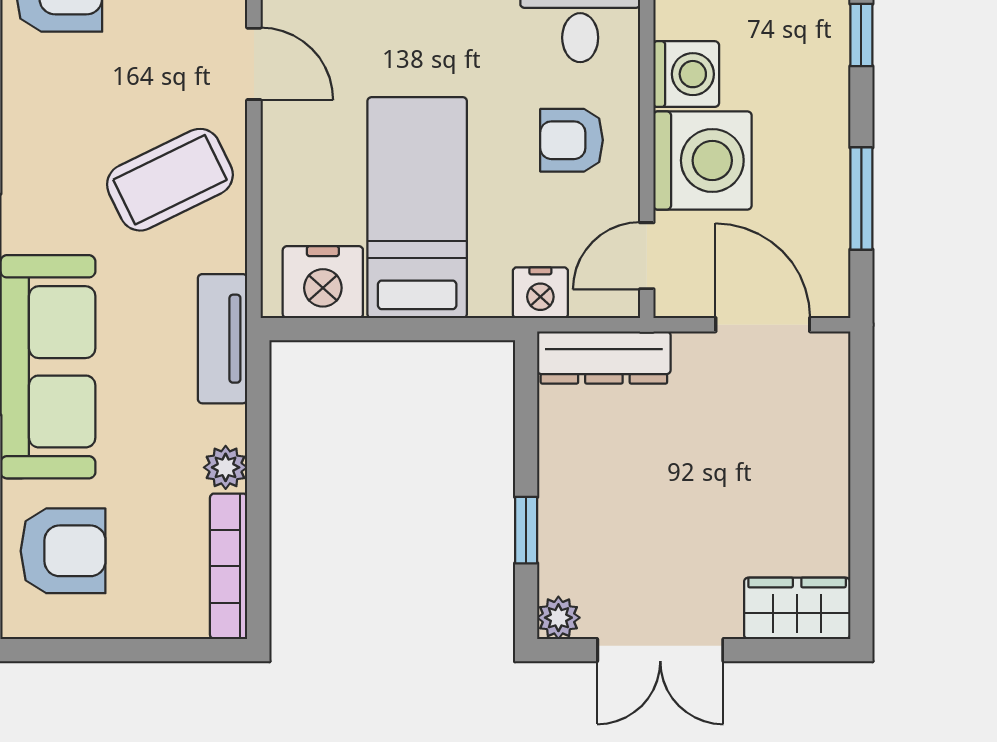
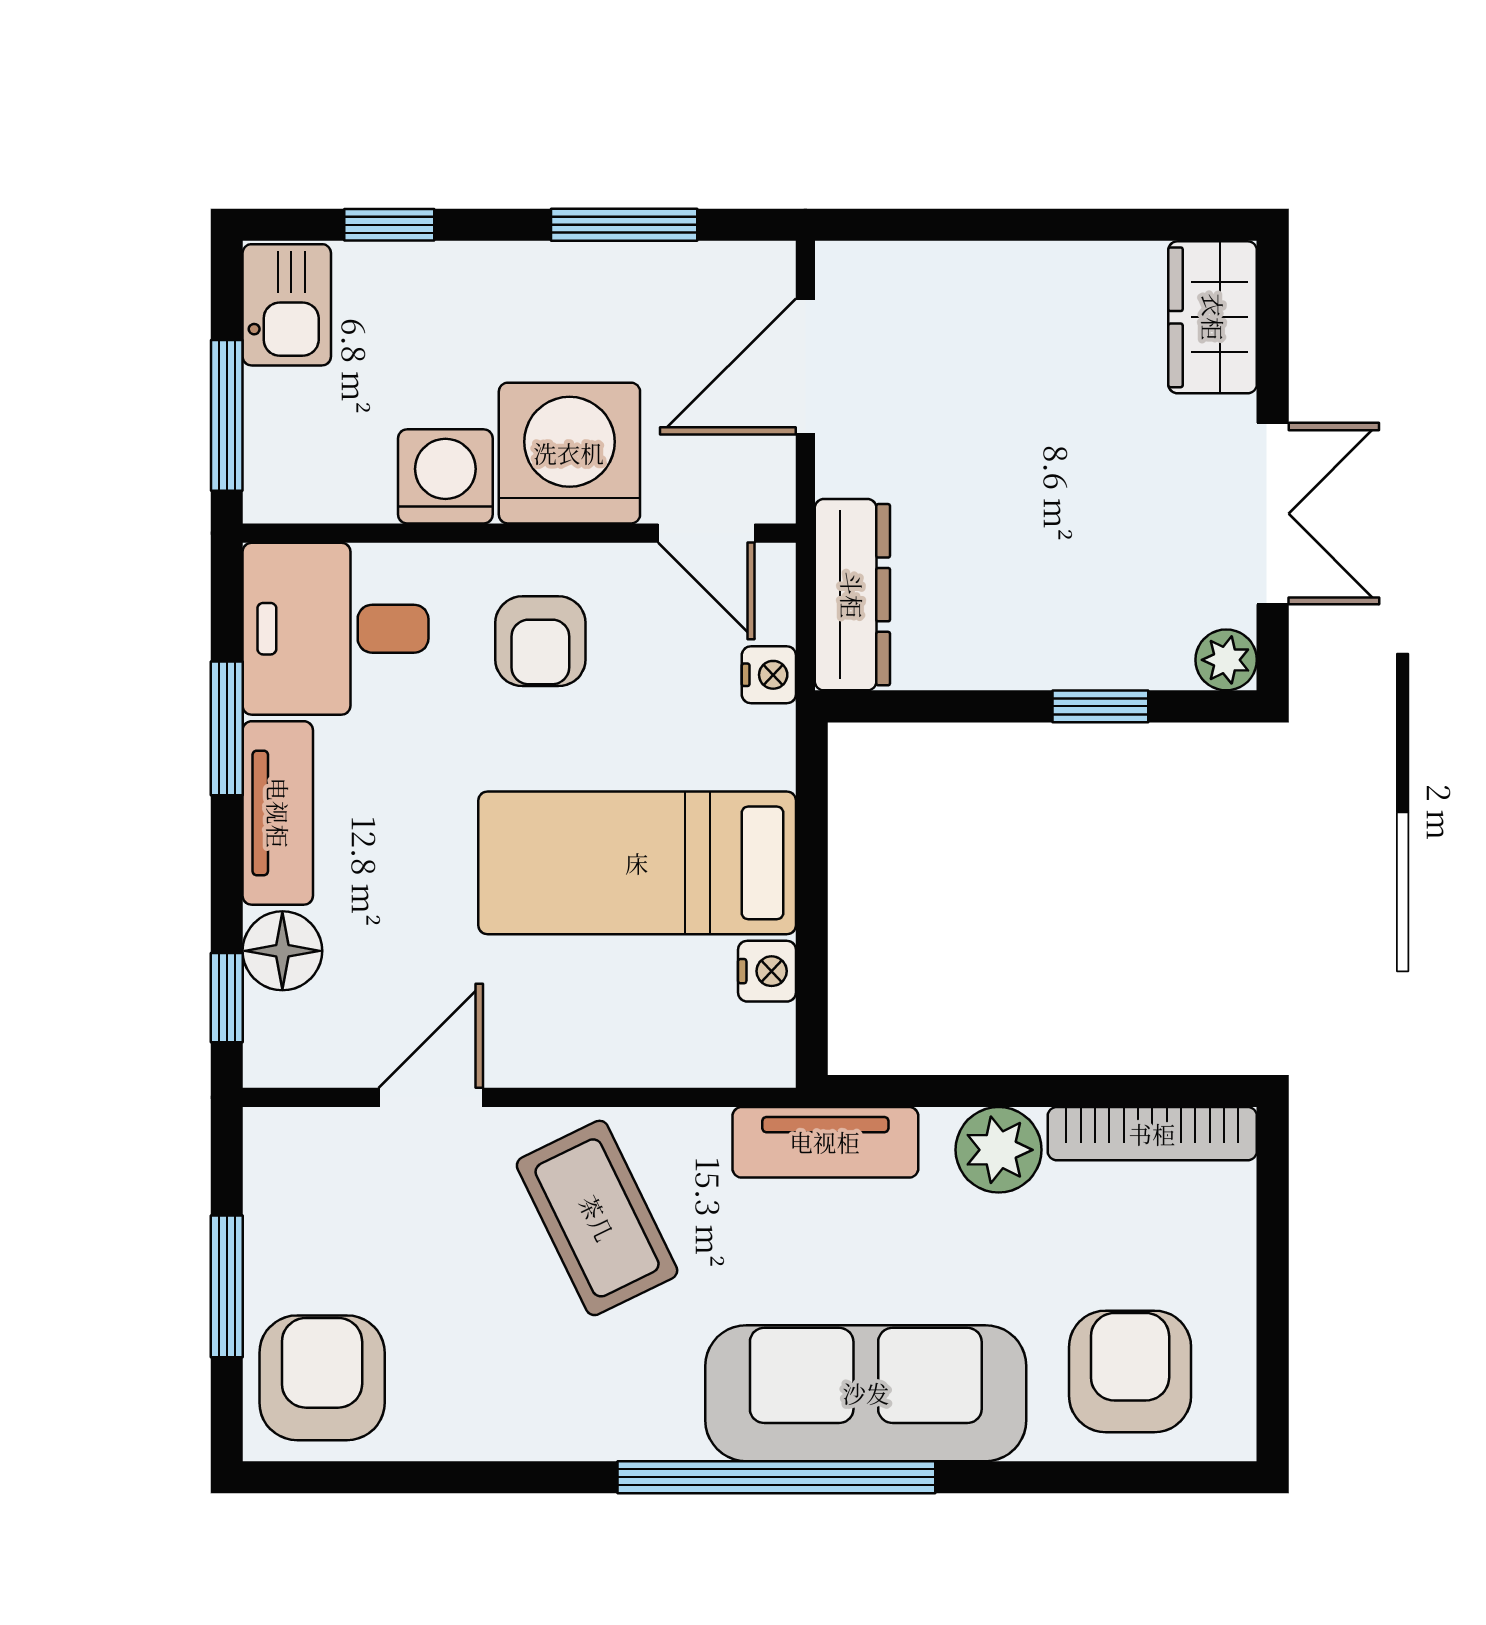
nightstand: (323, 282) -> (767, 971), width x0.53, depth x0.56
nightstand: (540, 293) -> (769, 675), width x0.72, depth x0.74
plant: (226, 467) -> (999, 1150), width x1.38, depth x1.38

